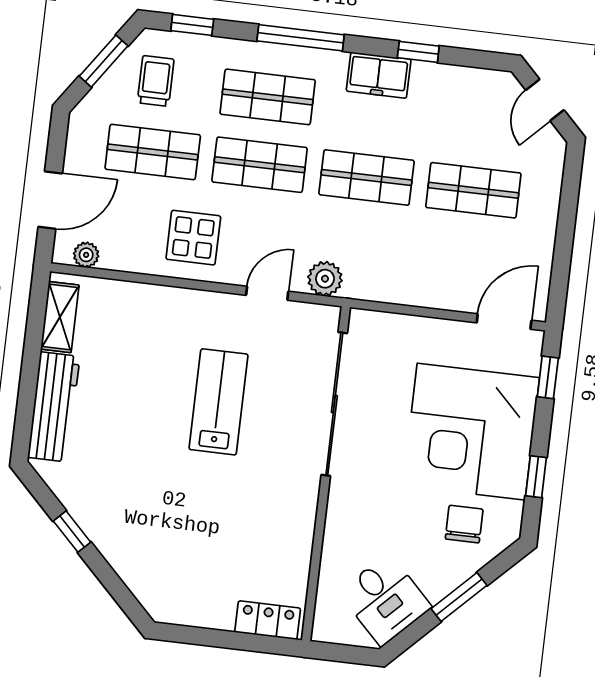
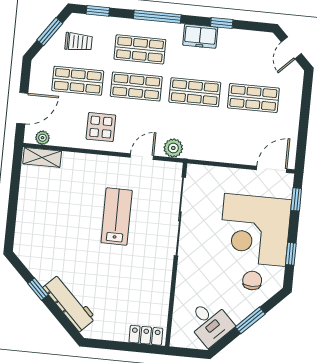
trolley: (156, 81) -> (79, 42), turned 90
shelving: (60, 317) -> (42, 157), moved, turned 90
workbench: (54, 407) -> (69, 303), moved, turned -45

